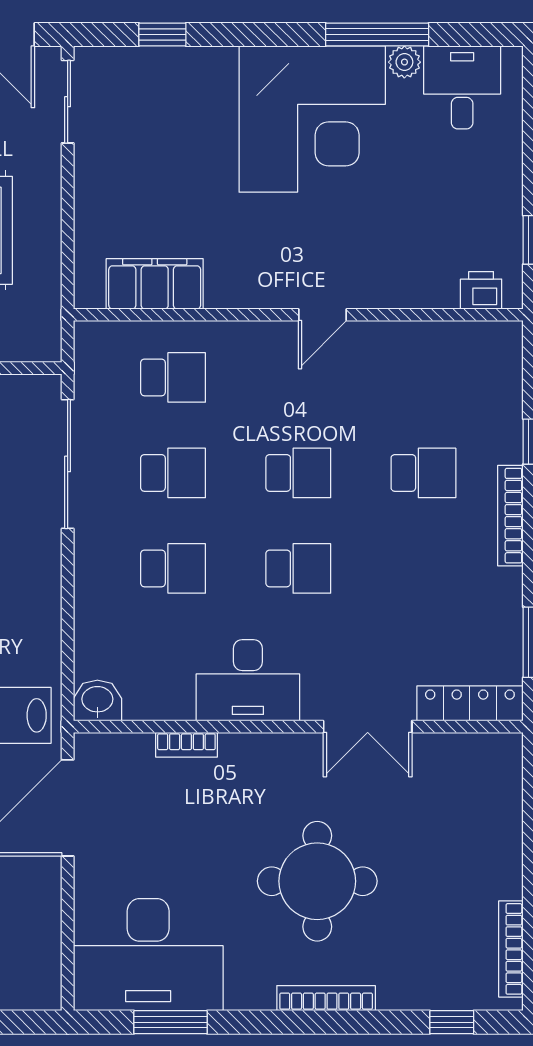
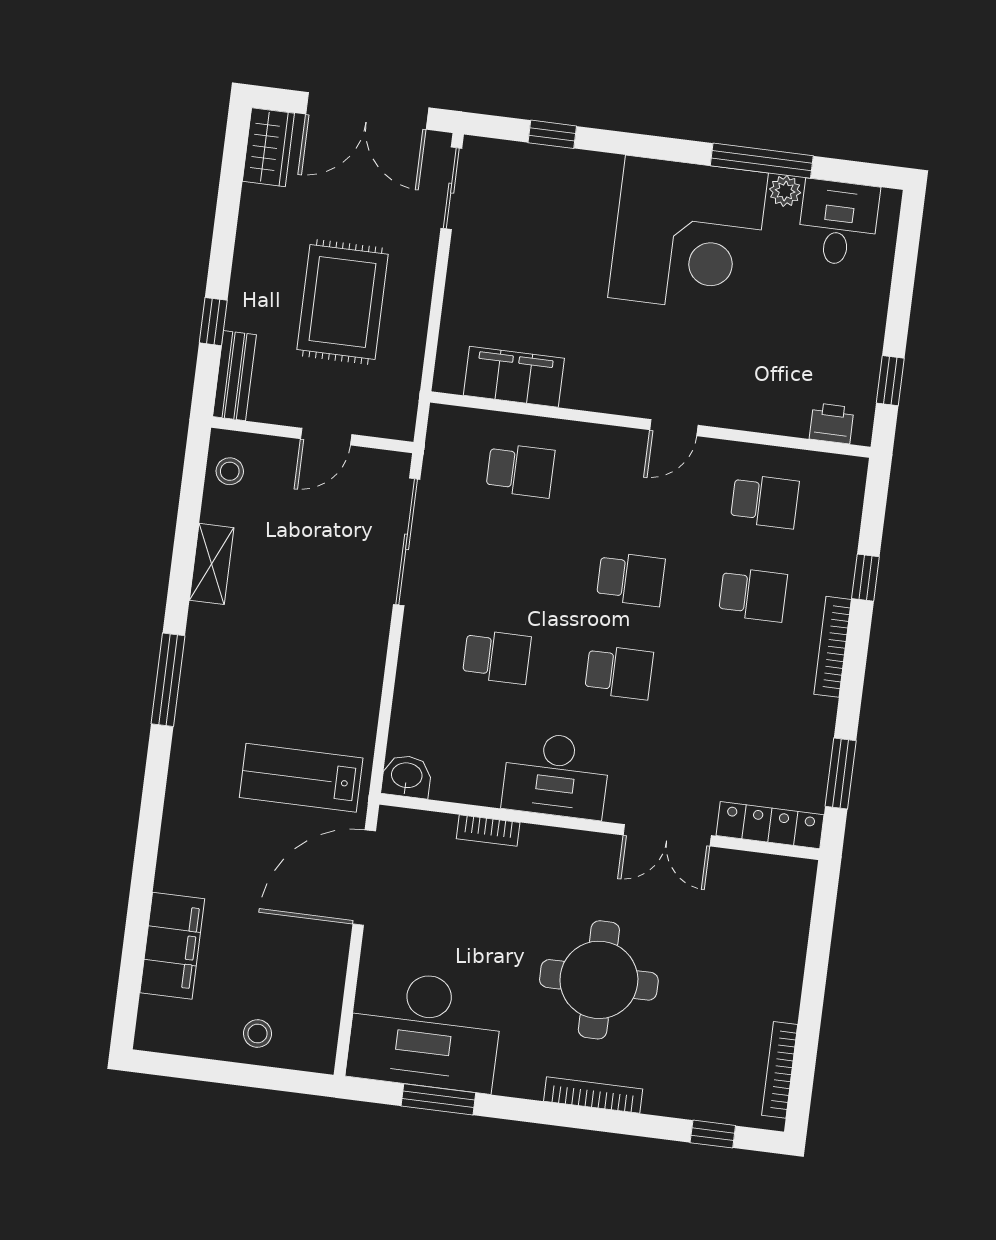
school desk: (173, 473) -> (765, 501), moved

